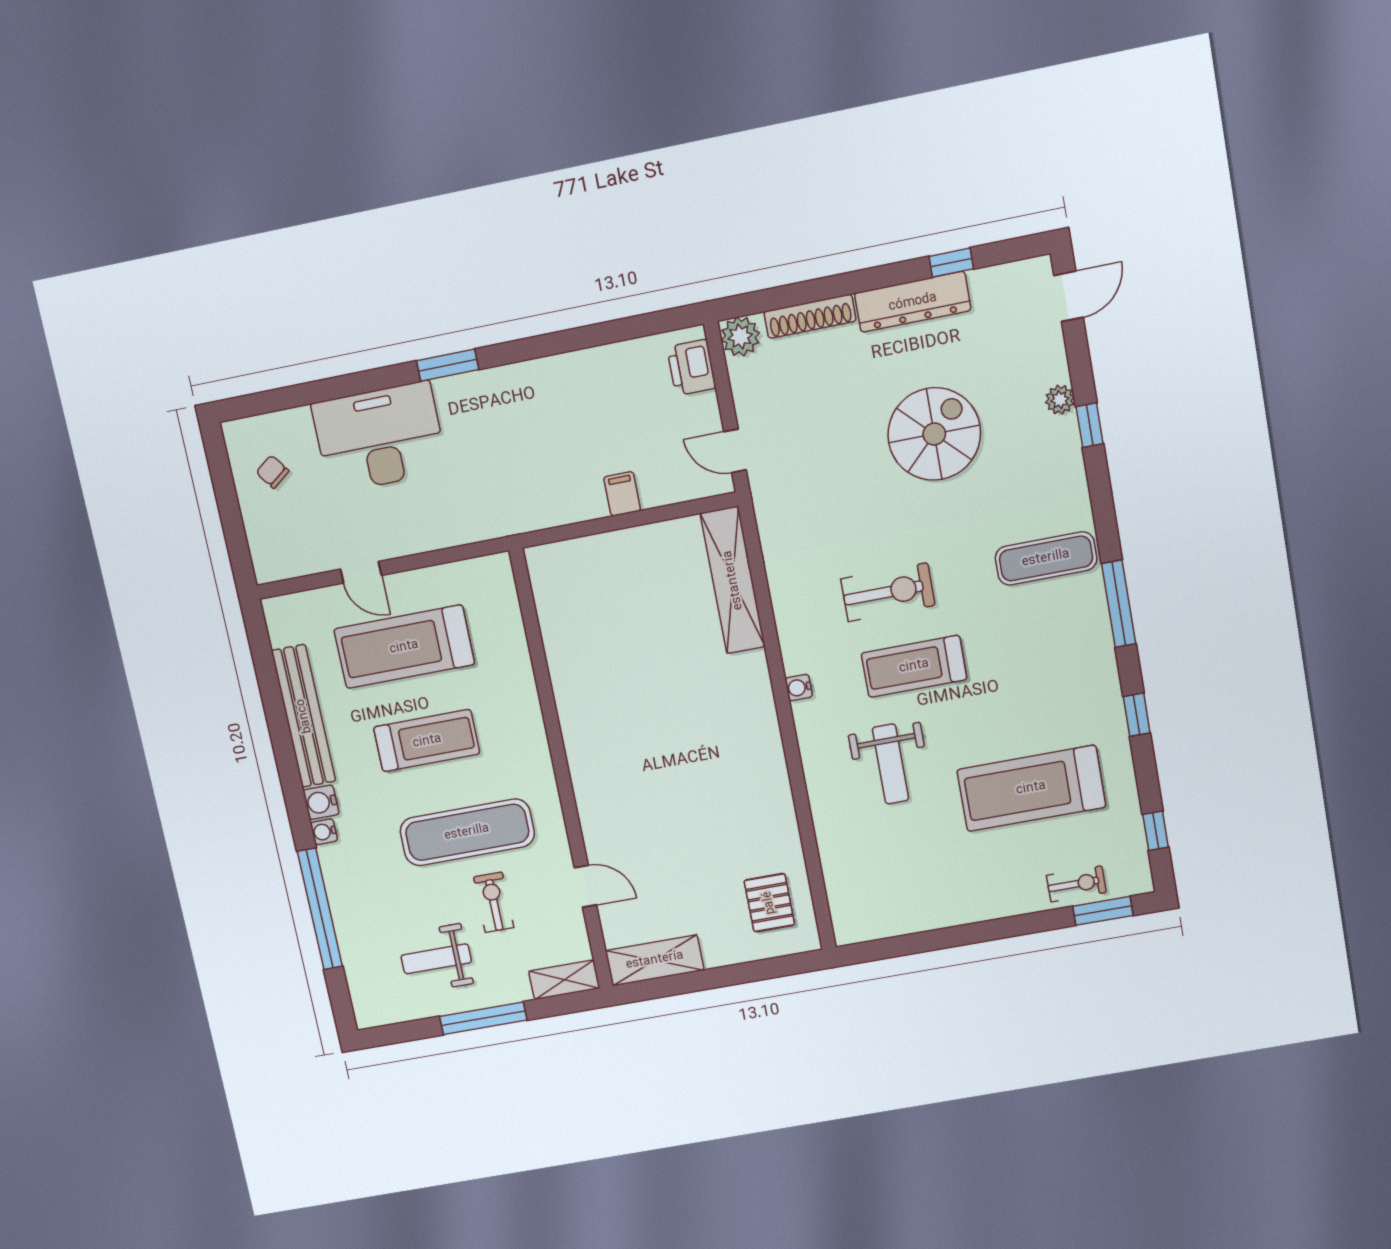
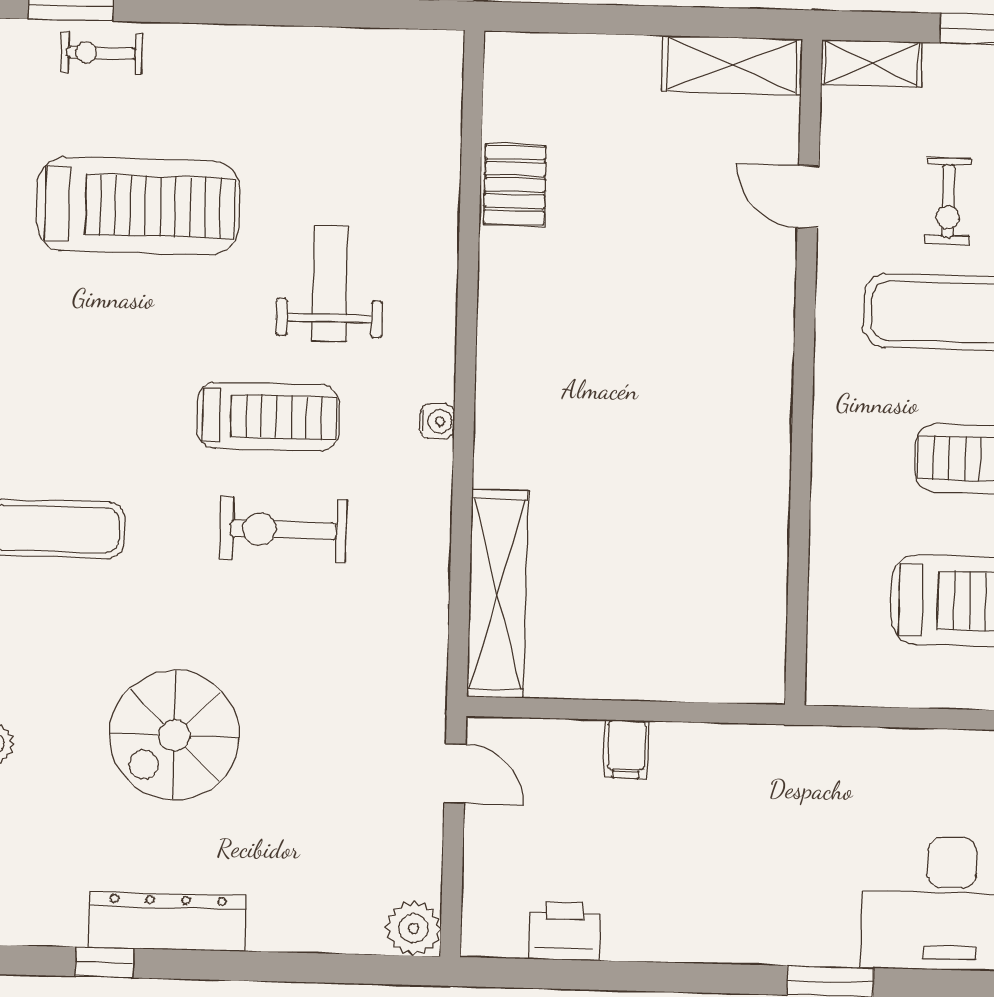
shoe rack: (810, 316) -> (312, 934), removed
printer: (691, 367) -> (564, 931), moved, turned -90
pallet: (769, 903) -> (515, 185), moved

